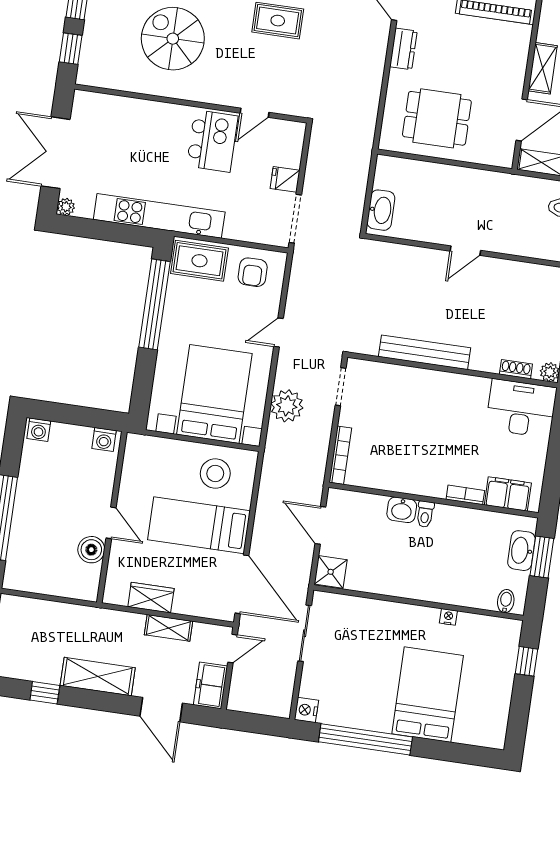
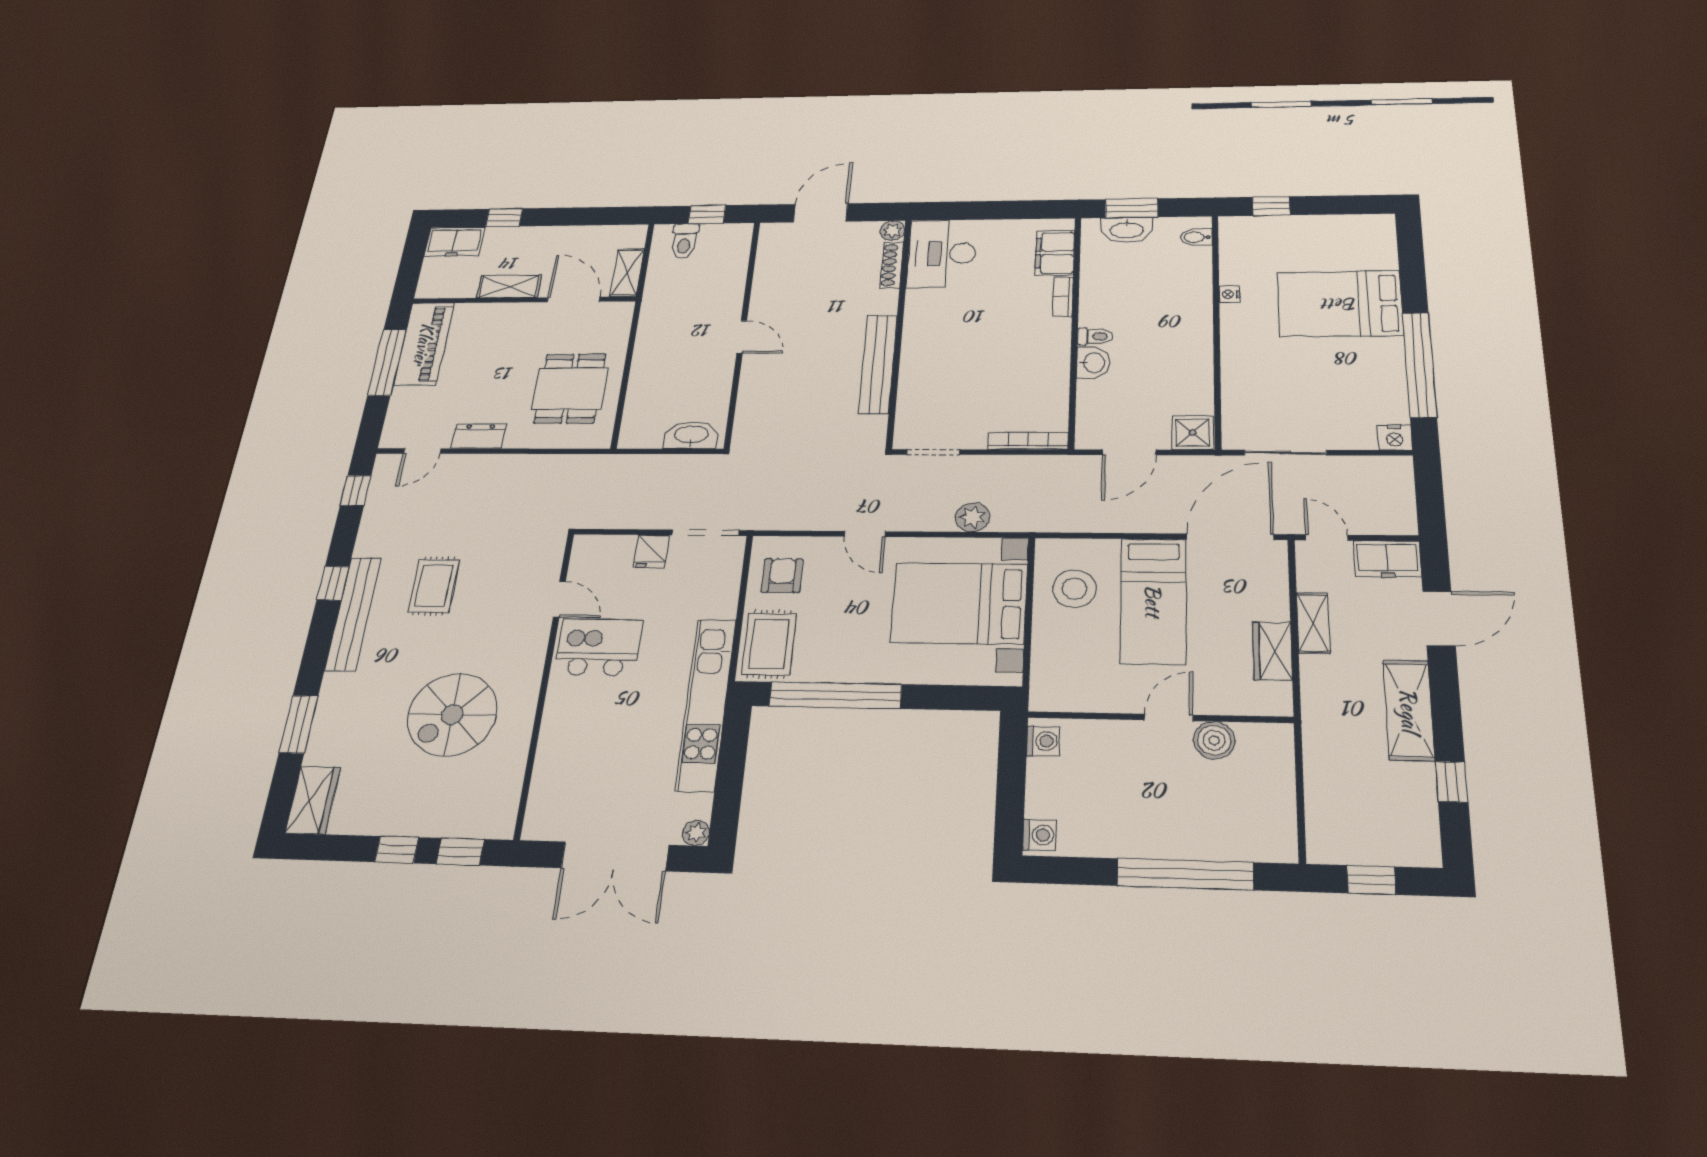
armchair: (253, 272) -> (782, 575), turned -90
shoe rack: (516, 369) -> (892, 265), width x1.43
plant: (287, 406) -> (973, 517), width x0.73, depth x0.73

